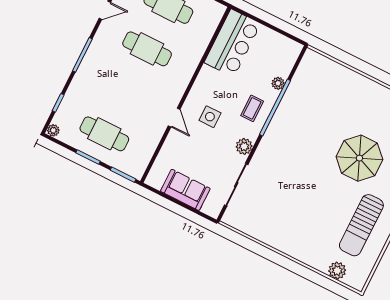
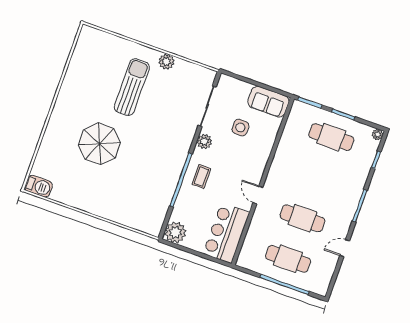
plant: (278, 83) -> (175, 232), moved, width x1.88, depth x1.88
side table: (210, 117) -> (240, 128), moved
door: (174, 118) -> (258, 195), moved
sofa: (185, 190) -> (268, 102), moved
sun lounger: (361, 225) -> (132, 87), moved
plant: (337, 271) -> (166, 62), moved

